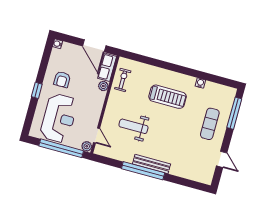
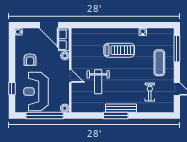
exercise bike: (123, 80) -> (150, 92), moved
window: (37, 90) -> (12, 89), moved
reception desk: (59, 118) -> (36, 92), turned 180
weight bench: (133, 126) -> (98, 82), turned -90
door: (96, 135) -> (70, 76), moved
window: (143, 171) -> (116, 115), width x0.68

